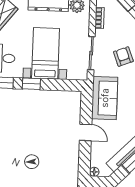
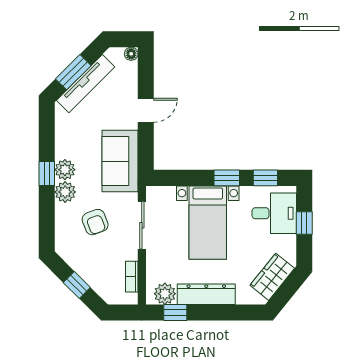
door: (86, 132) -> (146, 110), swing flipped

